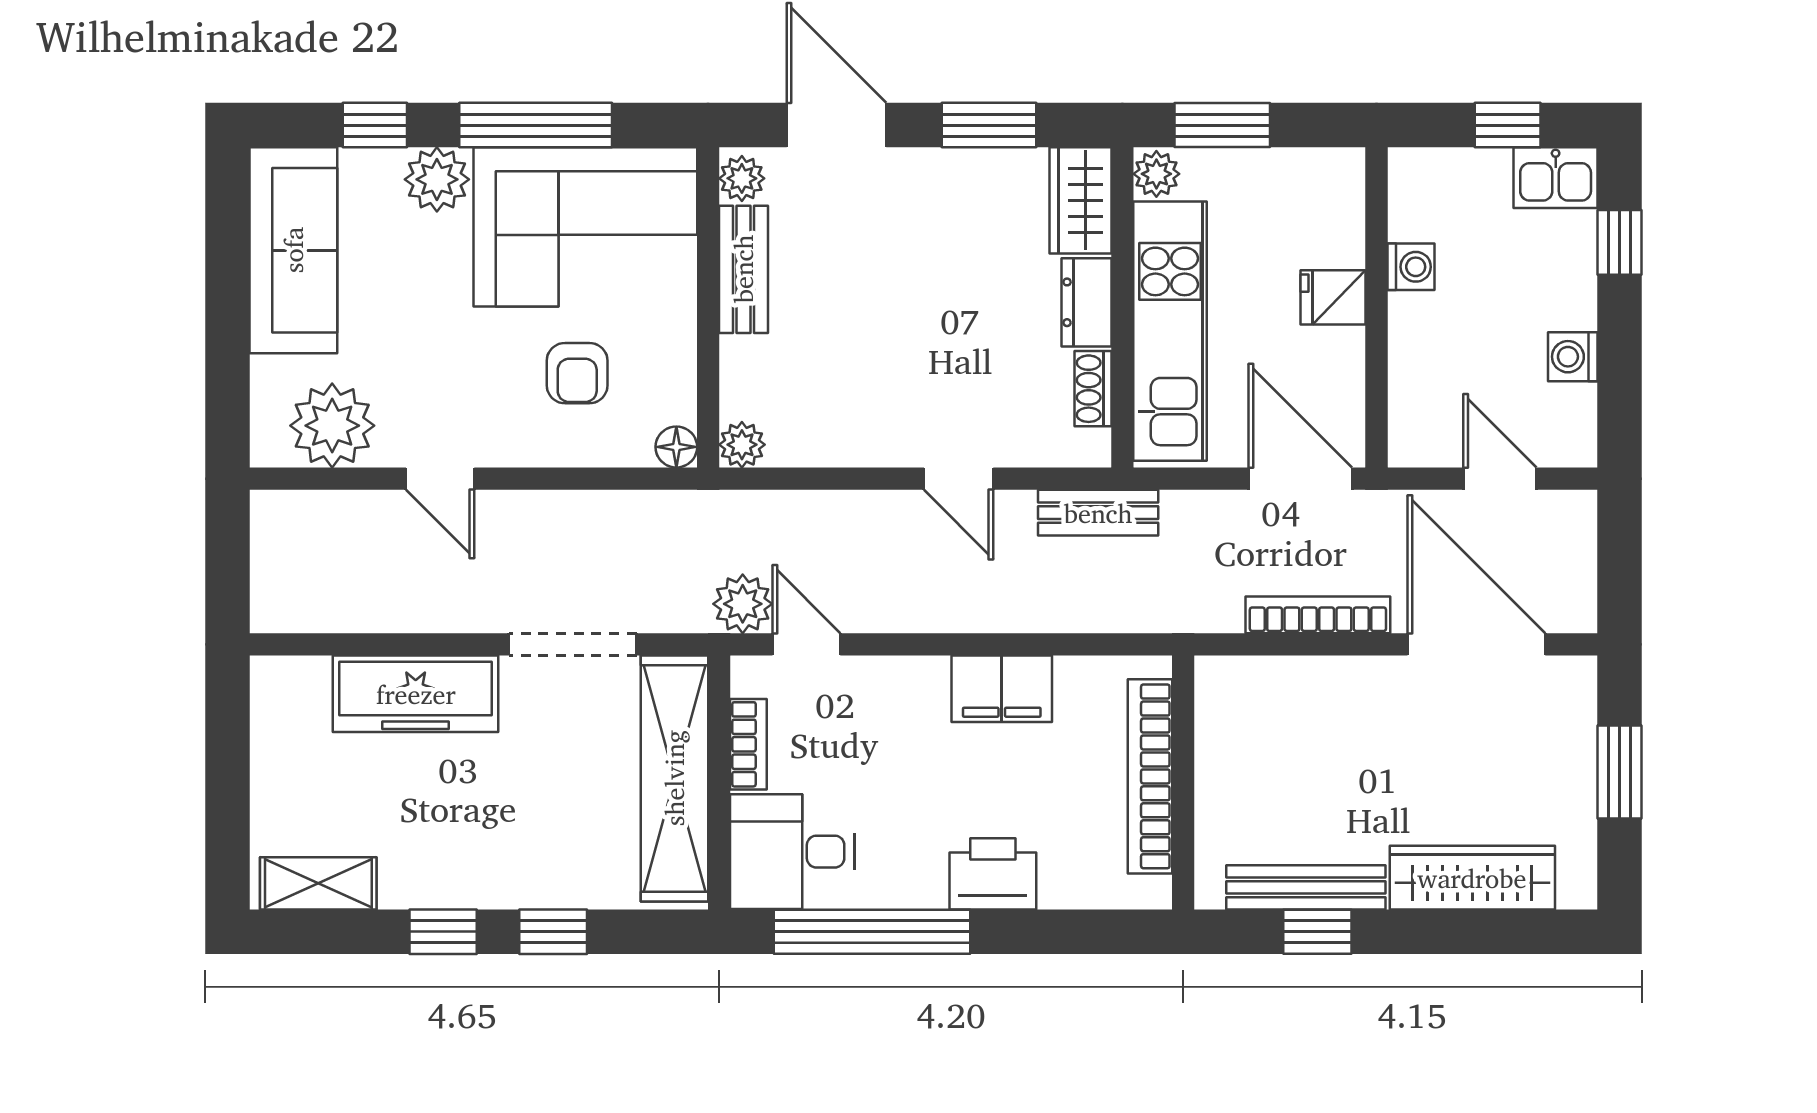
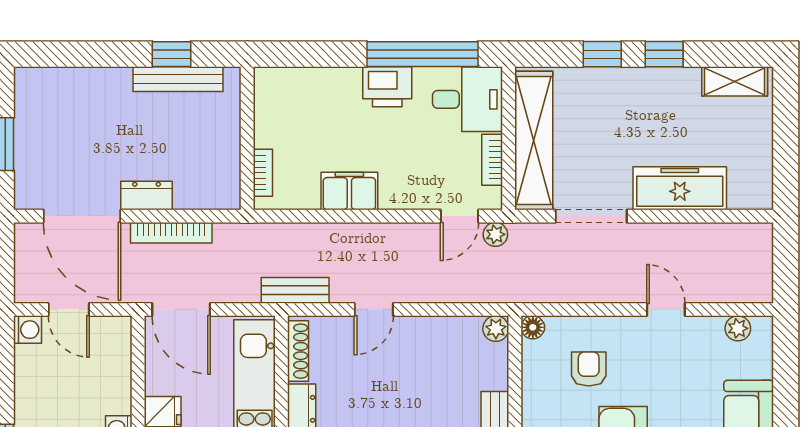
washing machine: (1573, 357) -> (28, 330), moved
shoe rack: (1093, 389) -> (298, 351), width x1.43
plant: (332, 426) -> (738, 328), width x0.53, depth x0.53
door: (959, 479) -> (374, 309), swing flipped
plant: (743, 604) -> (495, 234), width x0.73, depth x0.73
door: (806, 644) -> (459, 216), hinge flipped
dresser: (1362, 681) -> (147, 195), added
bookcase: (1150, 776) -> (263, 173), width x0.43, depth x0.76
printer: (993, 874) -> (387, 87), moved
wardrobe: (1472, 878) -> (84, 85), removed

